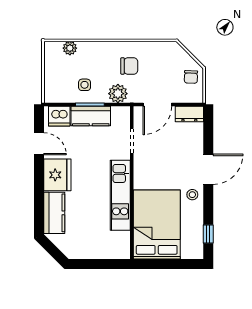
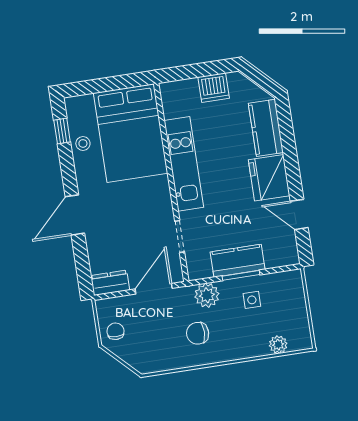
dishwasher: (59, 116) -> (214, 88), moved, turned 180
stool: (192, 195) -> (83, 143), moved

